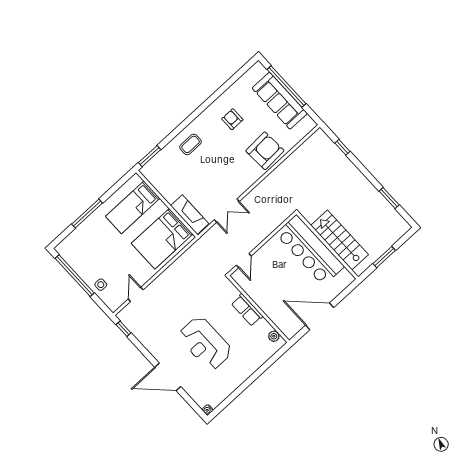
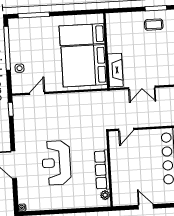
window: (150, 156) -> (156, 8), moved
window: (87, 214) -> (34, 15), moved
bed: (162, 239) -> (84, 66), width x1.36
row of seats: (247, 310) -> (102, 170), width x1.48
door: (320, 316) -> (146, 207), width x0.53

